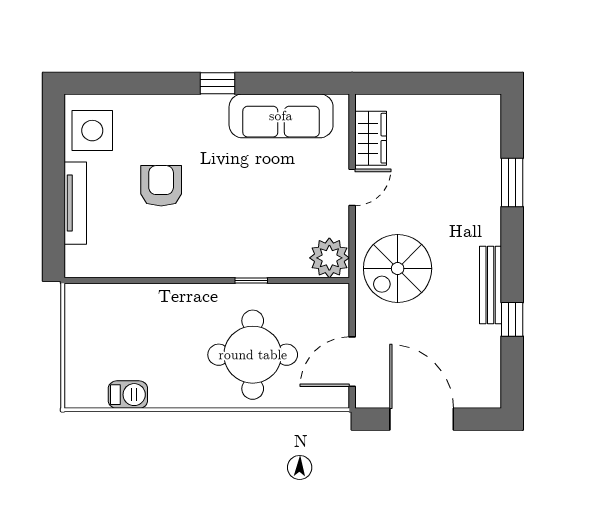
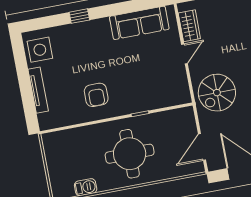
window: (217, 83) -> (79, 16), moved
armchair: (161, 186) -> (96, 95), moved, turned 180
plant: (329, 258) -> (179, 94), removed
round table: (253, 355) -> (130, 154), moved

